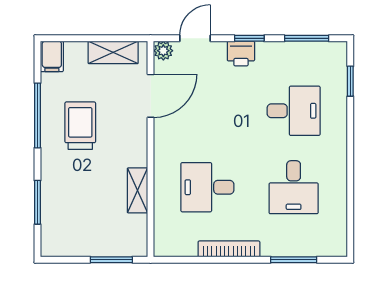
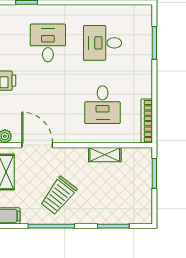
trolley: (80, 126) -> (58, 196), turned -52
desk: (294, 187) -> (103, 43), turned 180
bookcase: (229, 249) -> (147, 121), moved

